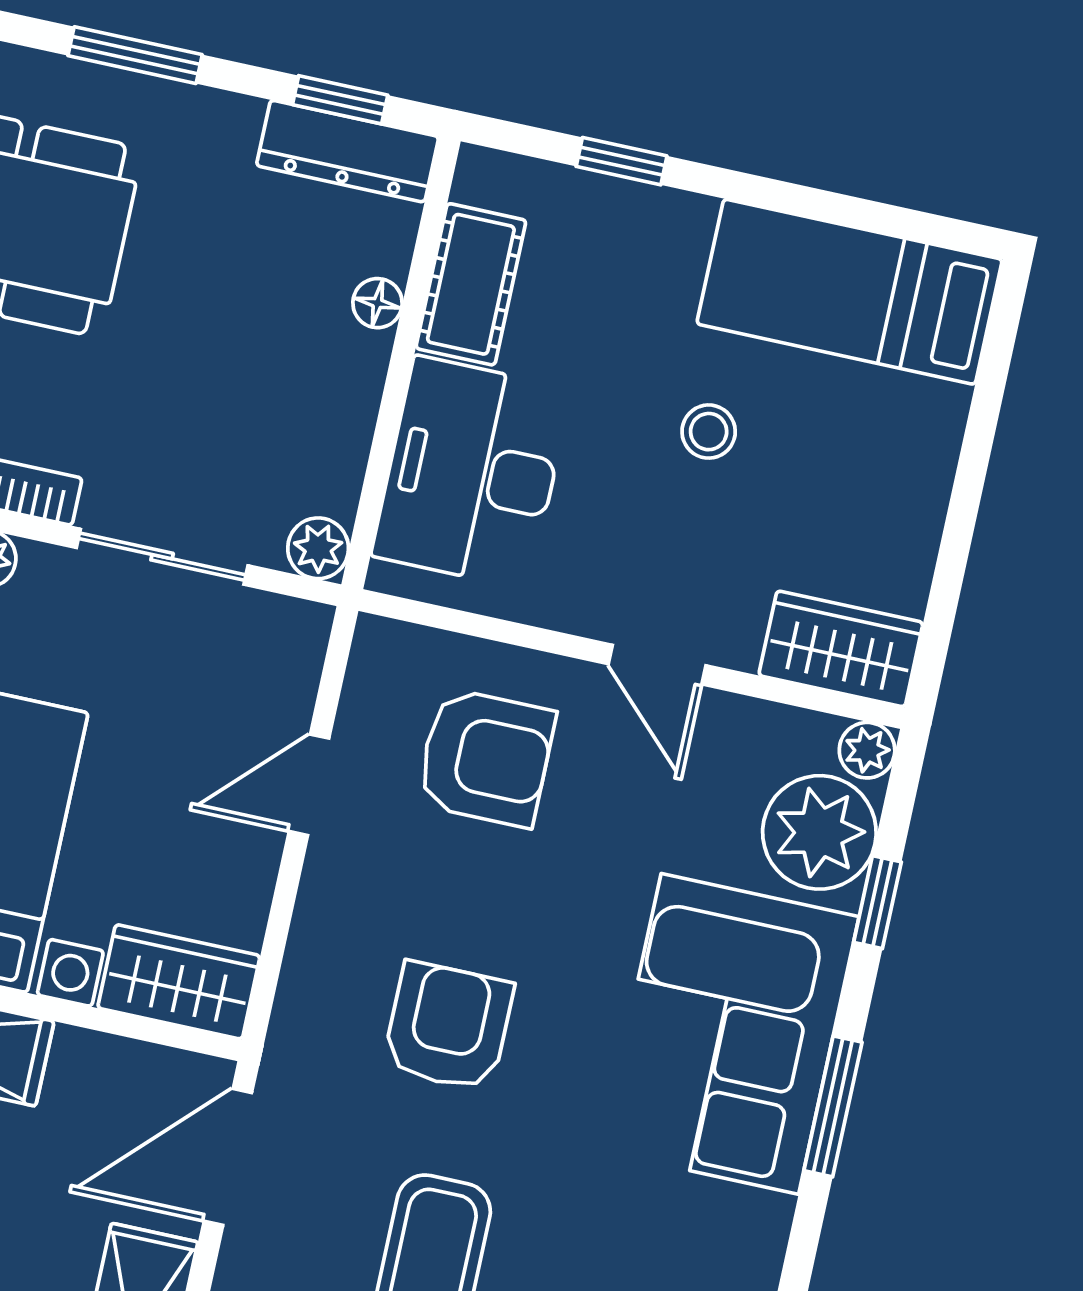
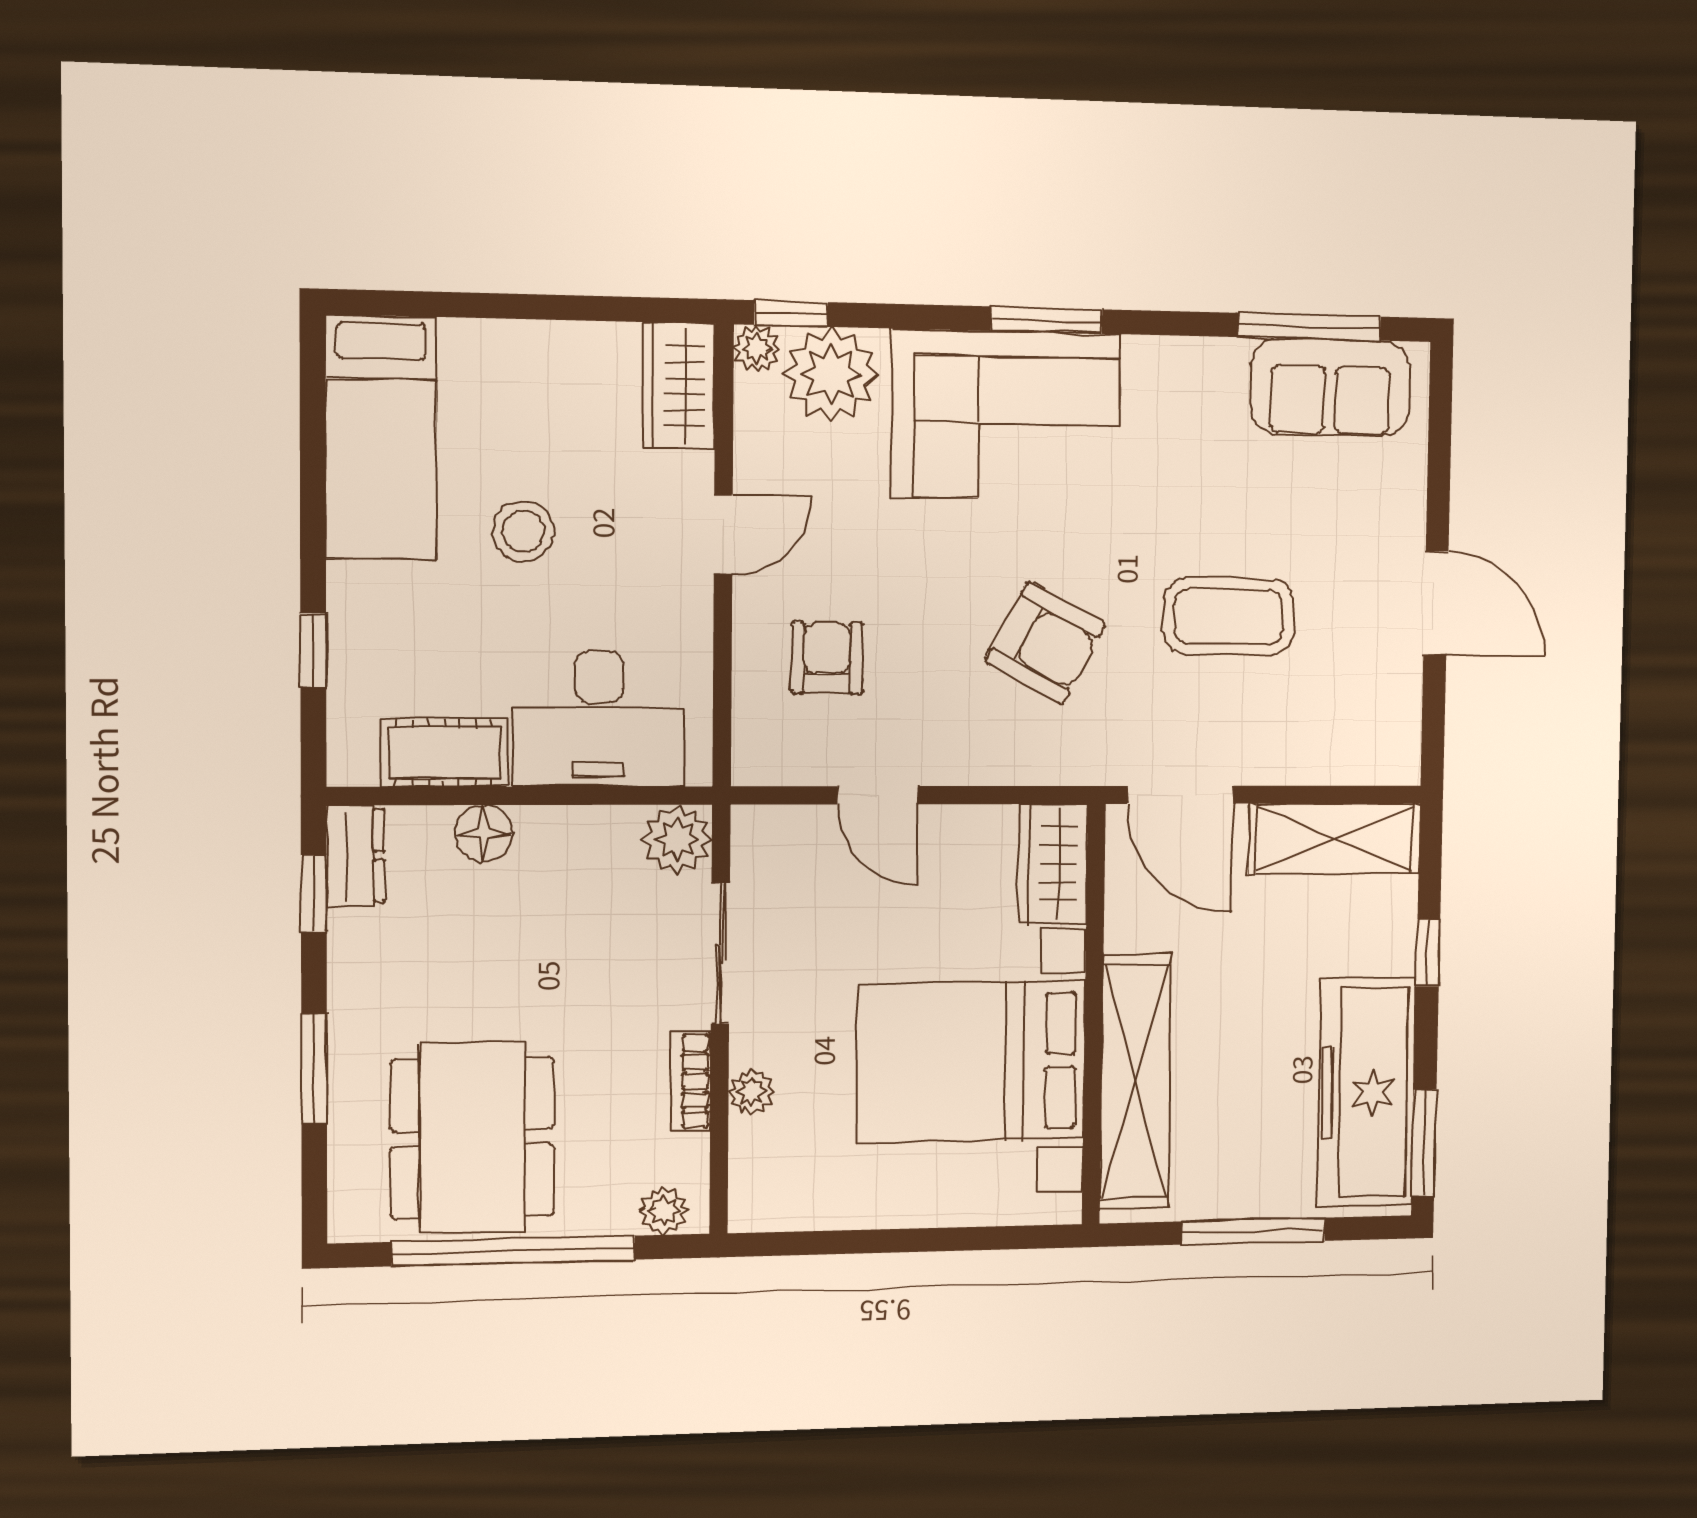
dresser: (348, 151) -> (355, 856), width x0.70
floor lamp: (377, 303) -> (484, 833), width x1.37, depth x1.37
stool: (709, 432) -> (523, 531), width x1.37, depth x1.37
plant: (318, 548) -> (678, 839), width x1.38, depth x1.38
armchair: (486, 758) -> (827, 658), width x0.72, depth x0.72
window: (877, 902) -> (791, 313), moved
armchair: (448, 1026) -> (1045, 643), turned -152

